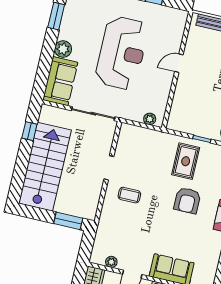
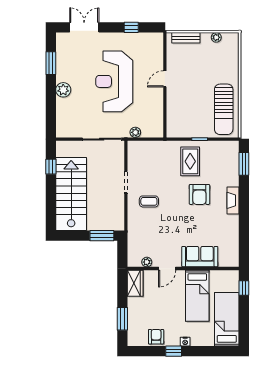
reception desk: (122, 53) -> (114, 81), turned 180
sofa: (60, 81) -> (67, 118), removed
plant: (150, 119) -> (135, 132), moved

